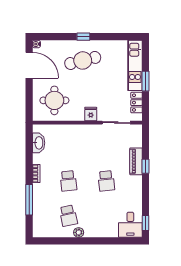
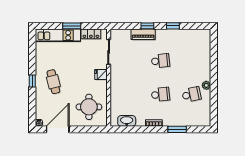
cafe table: (83, 60) -> (53, 82), width x0.73, depth x0.74
window: (29, 200) -> (177, 129), width x0.69
window: (146, 223) -> (173, 26), moved
desk: (130, 225) -> (199, 39), removed

